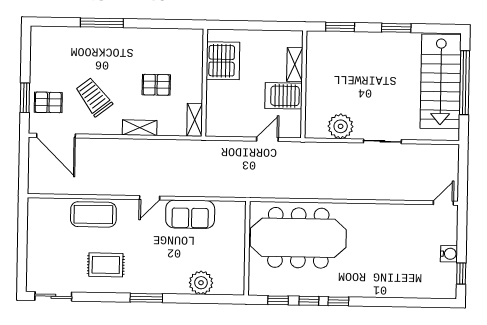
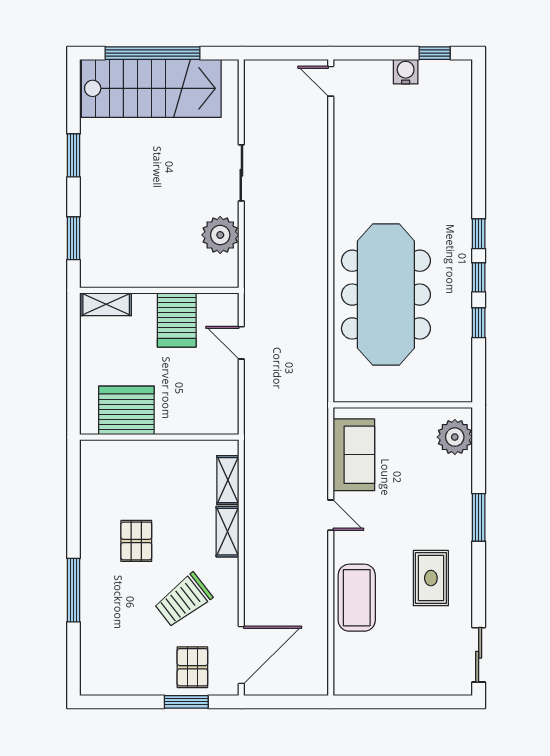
shelving: (295, 64) -> (106, 304), moved
pallet: (156, 85) -> (136, 541), moved
shelving: (195, 120) -> (228, 480), moved, turned 90
wall: (247, 248) -> (403, 405), moved

